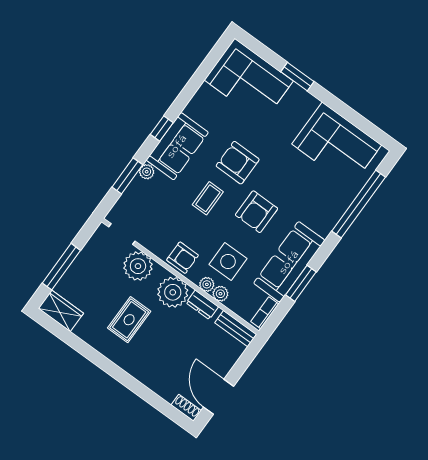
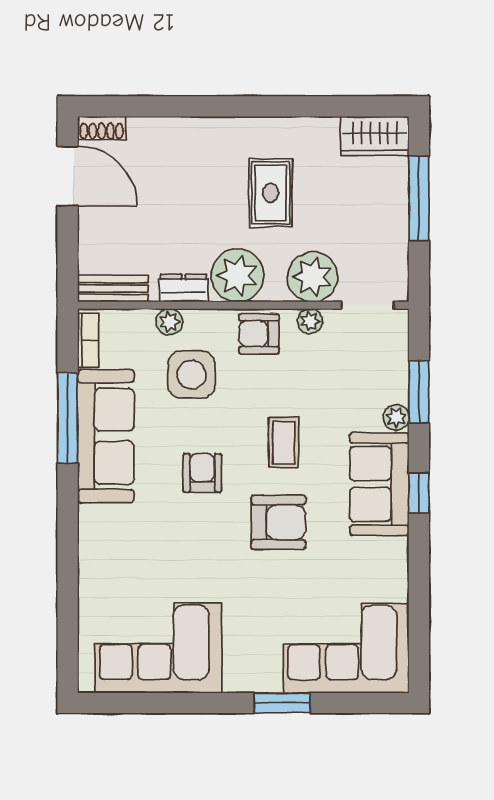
window: (359, 204) -> (68, 587), removed
armchair: (257, 212) -> (202, 473), width x0.72, depth x0.72
window: (301, 283) -> (68, 418), width x1.44
plant: (207, 284) -> (310, 321), moved

